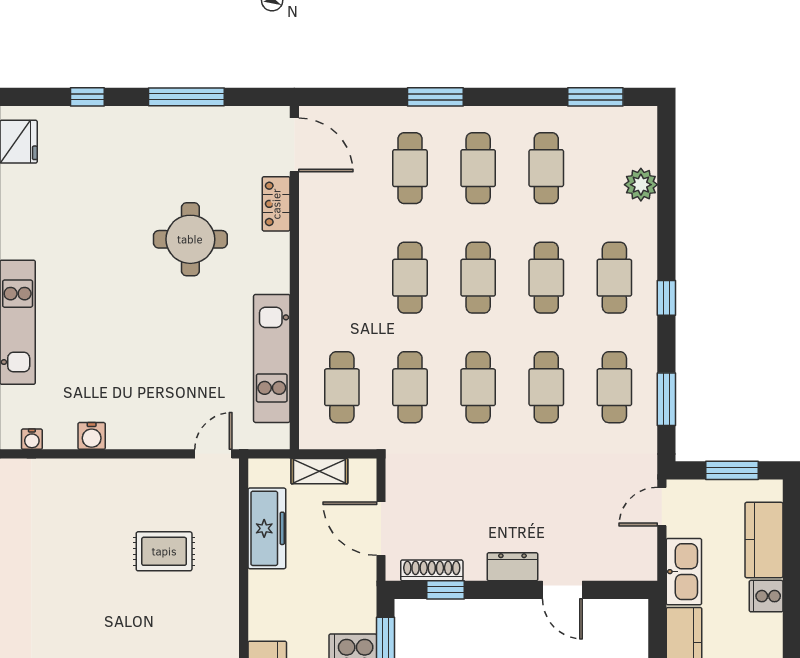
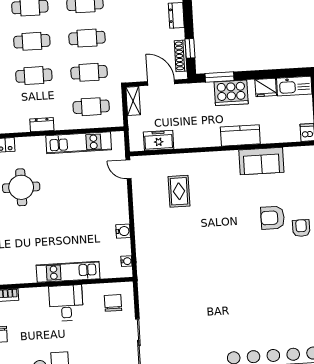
dresser: (312, 288) -> (42, 125), added
shelving: (319, 471) -> (133, 101), moved
freezer: (267, 528) -> (159, 141), width x0.71
door: (381, 529) -> (161, 83), swing flipped

